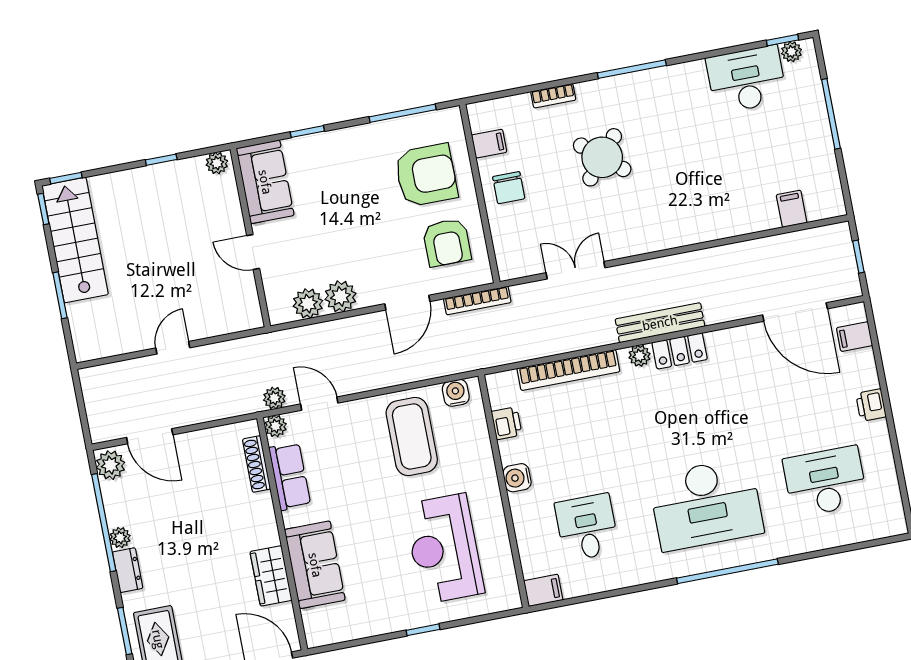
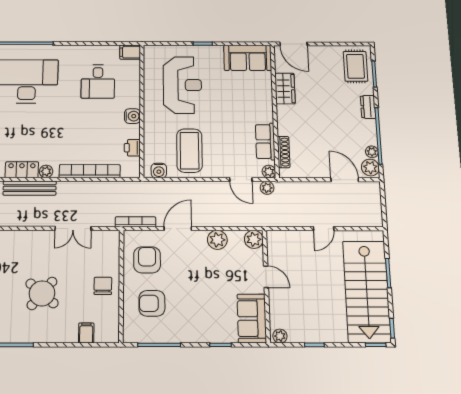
bookcase: (553, 96) -> (64, 338), removed
filing cabinet: (489, 144) -> (86, 333), moved, turned 90
armchair: (426, 175) -> (152, 303), width x0.73, depth x0.73
stairs: (75, 240) -> (367, 292), width x1.36, depth x1.51
plant: (308, 304) -> (254, 239), moved
plant: (120, 538) -> (372, 152), moved
sofa: (315, 565) -> (248, 58), moved, turned -90

